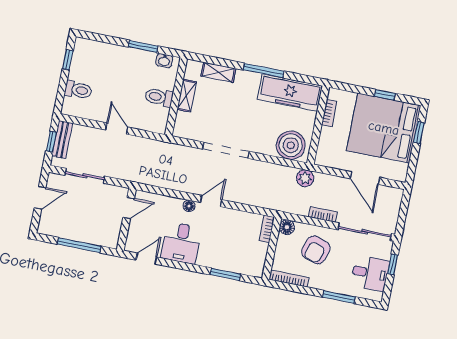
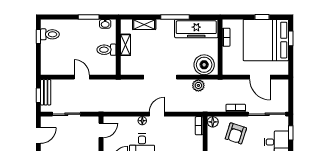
toilet: (78, 90) -> (50, 34), moved
plant: (305, 178) -> (198, 85), moved

